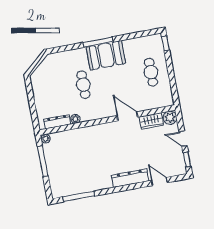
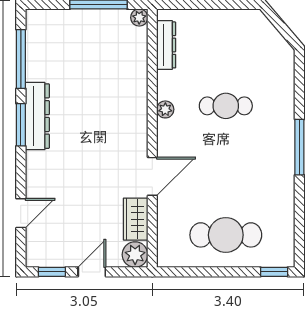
booth: (106, 55) -> (272, 158), removed
cafe table: (151, 72) -> (226, 235), width x1.37, depth x1.35
plant: (75, 119) -> (165, 109), moved
dresser: (130, 178) -> (37, 116), moved
window: (113, 190) -> (21, 125), added

